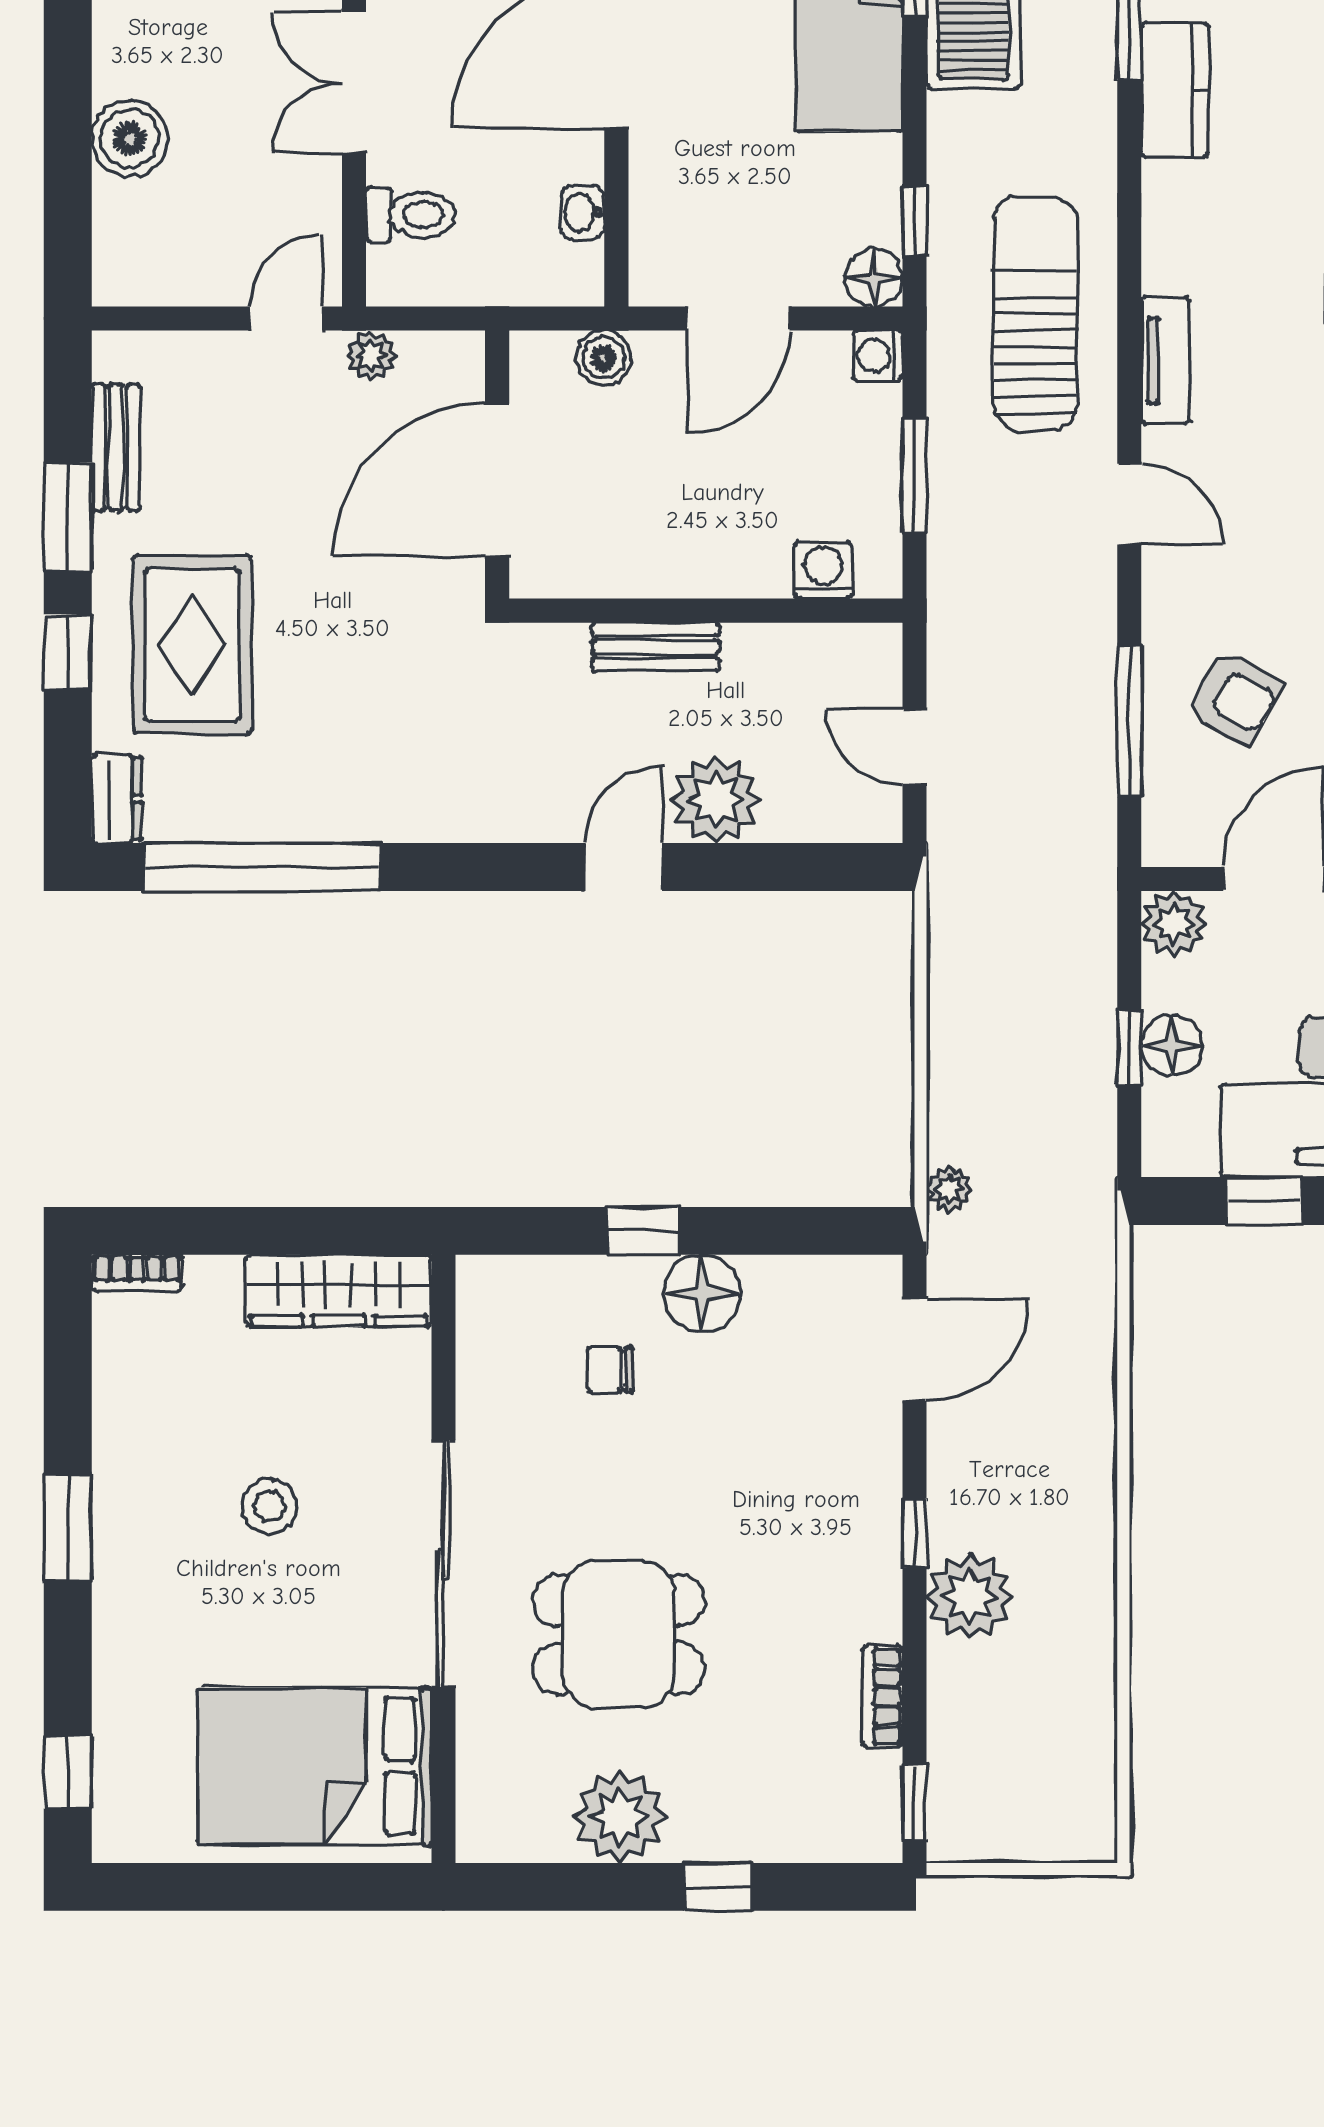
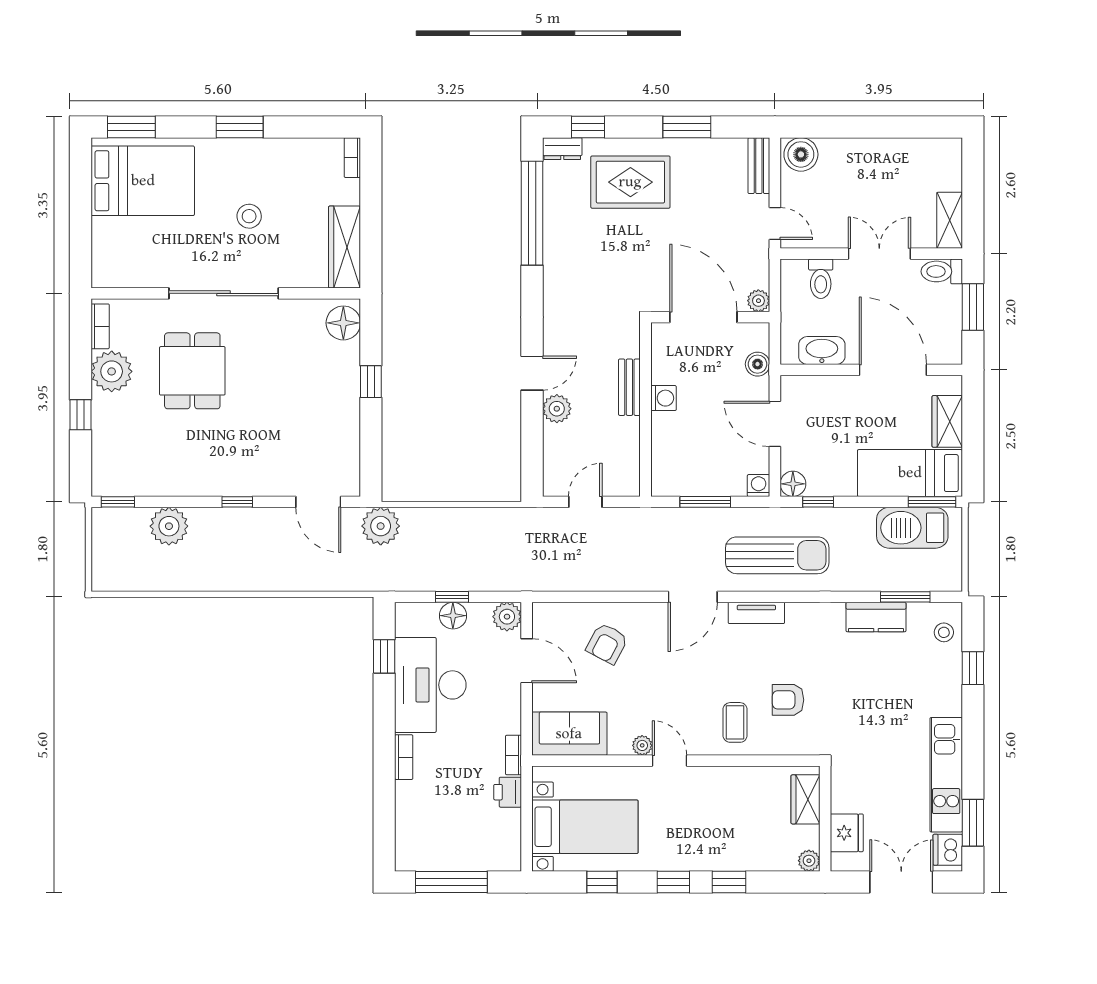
boiler: (130, 138) -> (801, 154), moved
washbasin: (582, 212) -> (822, 351), width x1.91, depth x1.45
plant: (371, 355) -> (758, 301), moved
bench: (116, 447) -> (759, 166), moved, turned 90
door: (1129, 504) -> (693, 597), width x1.38
washing machine: (823, 570) -> (663, 398), moved
window: (68, 652) -> (588, 127), moved
window: (1129, 721) -> (597, 597), removed
plant: (716, 799) -> (557, 409), width x0.73, depth x0.73
door: (624, 867) -> (532, 373), hinge flipped
plant: (949, 1189) -> (381, 526), width x1.88, depth x1.88
floor lamp: (702, 1293) -> (343, 323), moved
chair: (610, 1369) -> (310, 367), removed
plant: (969, 1597) -> (169, 526), moved
bookcase: (882, 1697) -> (100, 326), moved, turned 90
bed: (315, 1766) -> (143, 181), moved, turned 90
window: (68, 1772) -> (131, 127), width x1.50

